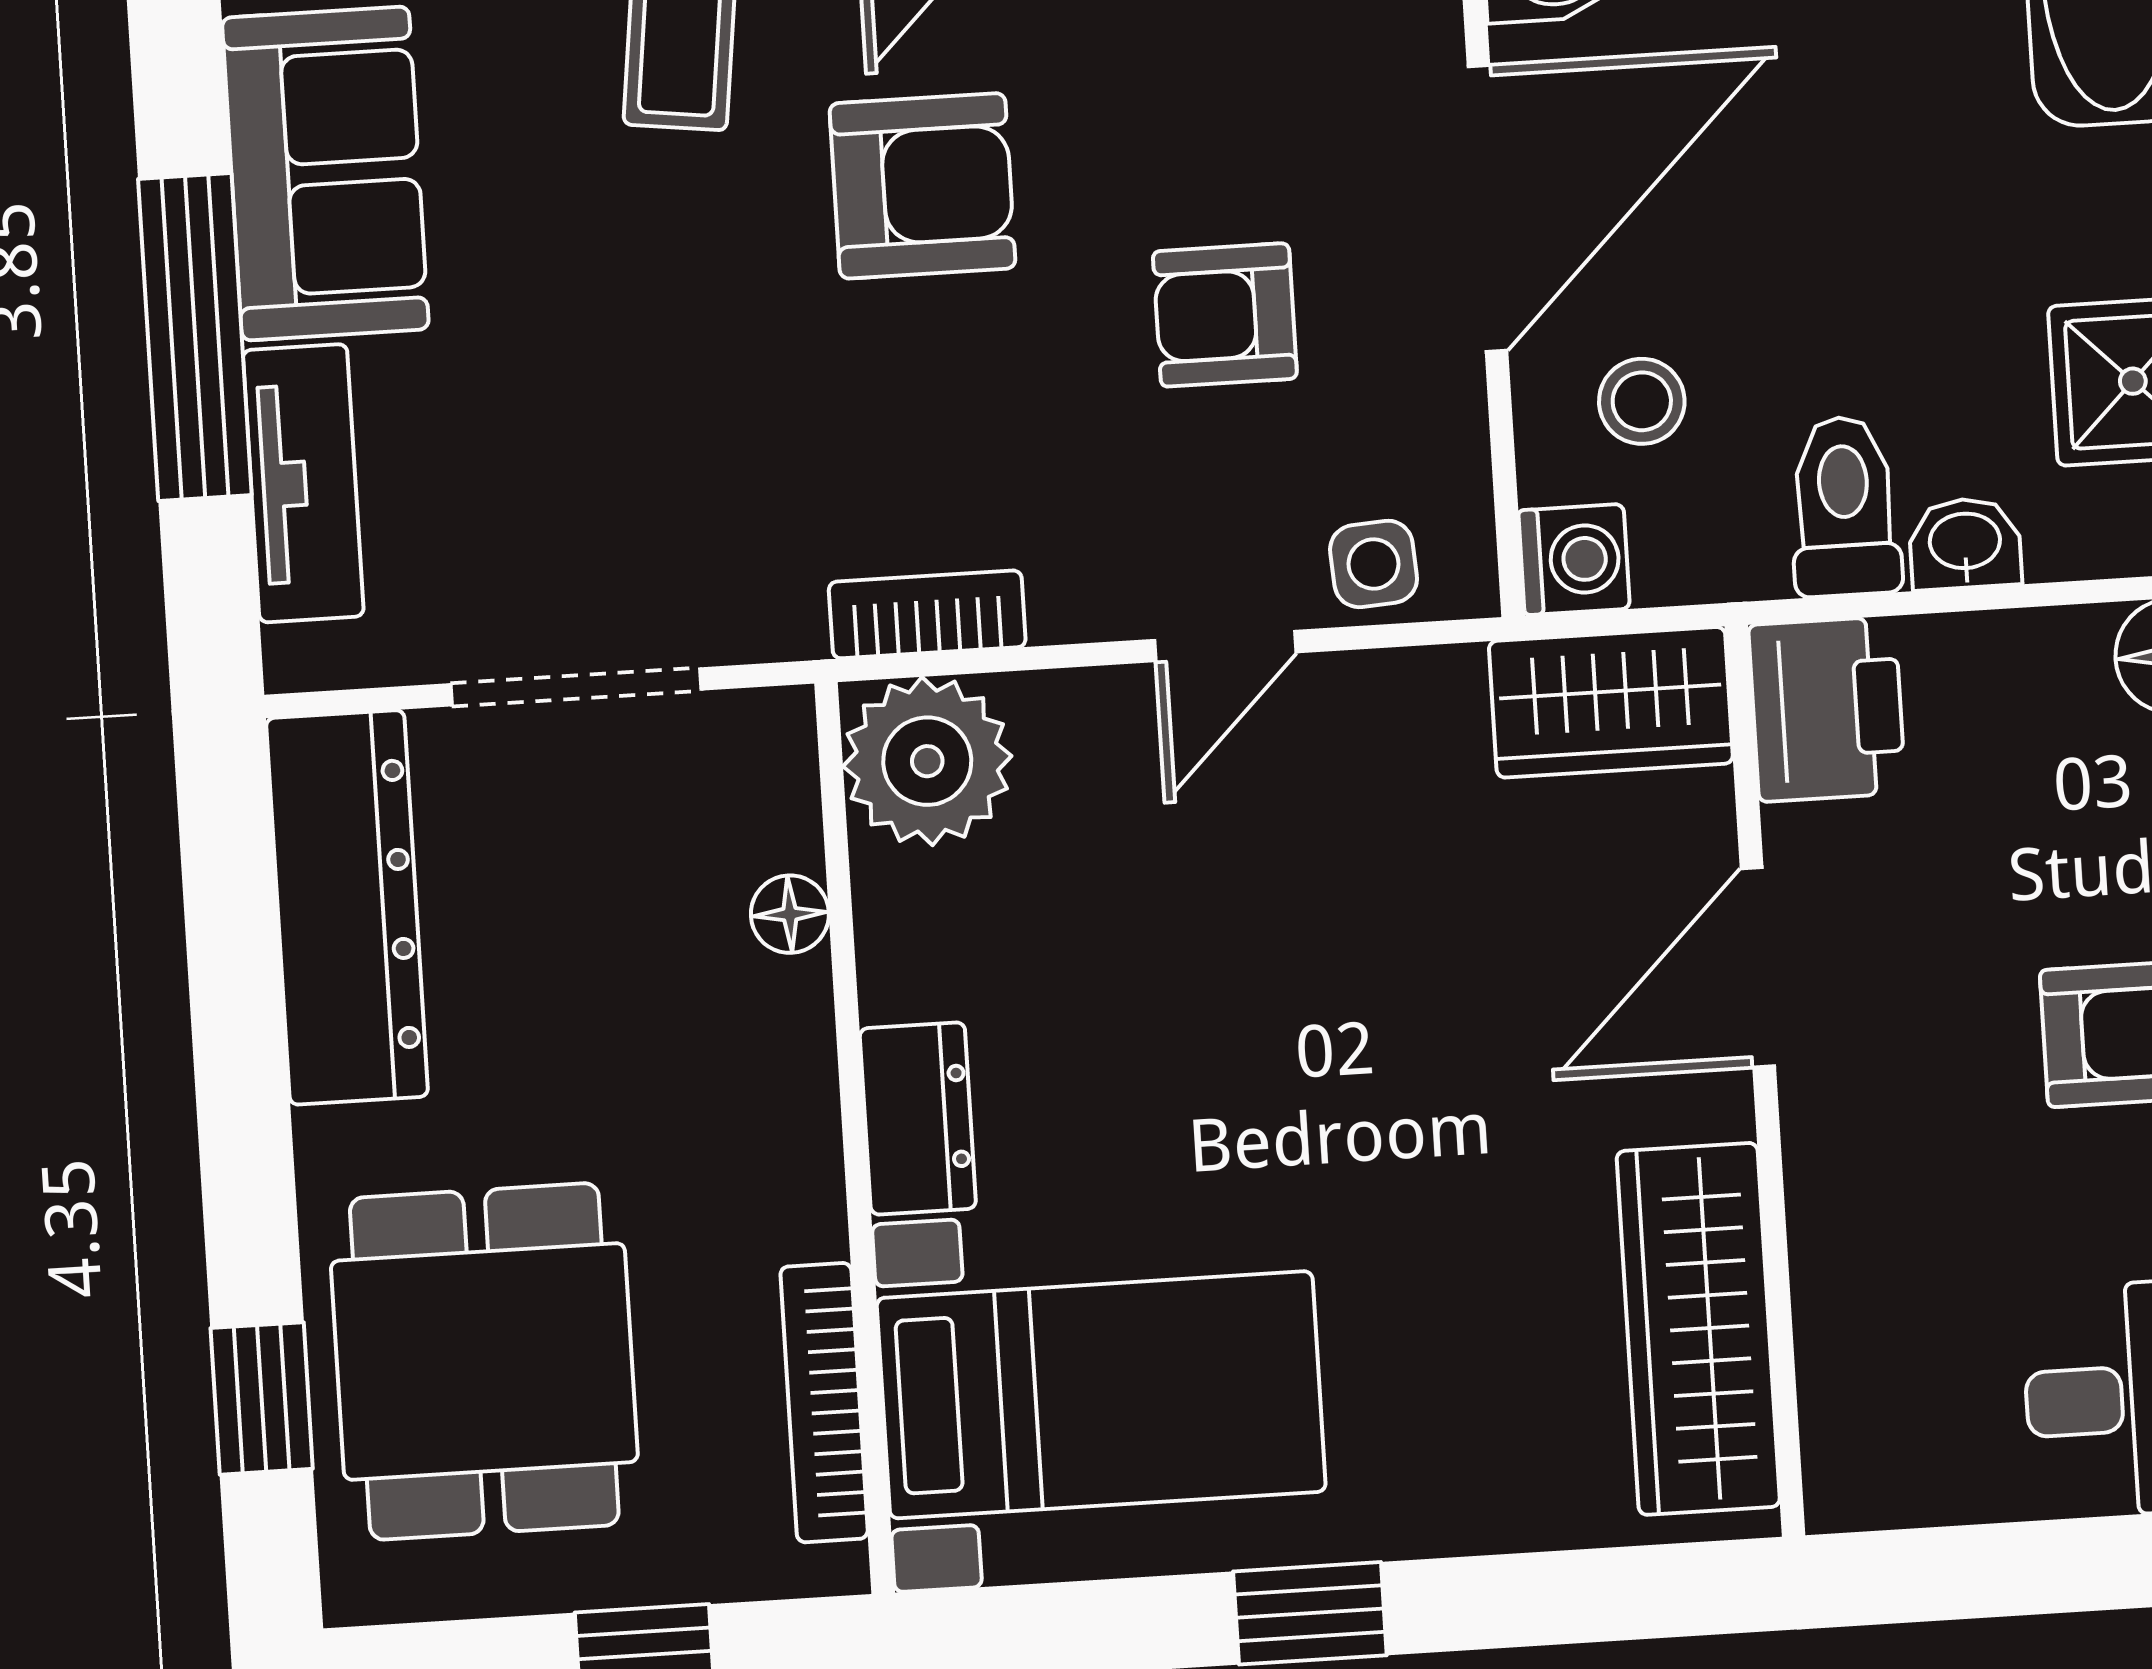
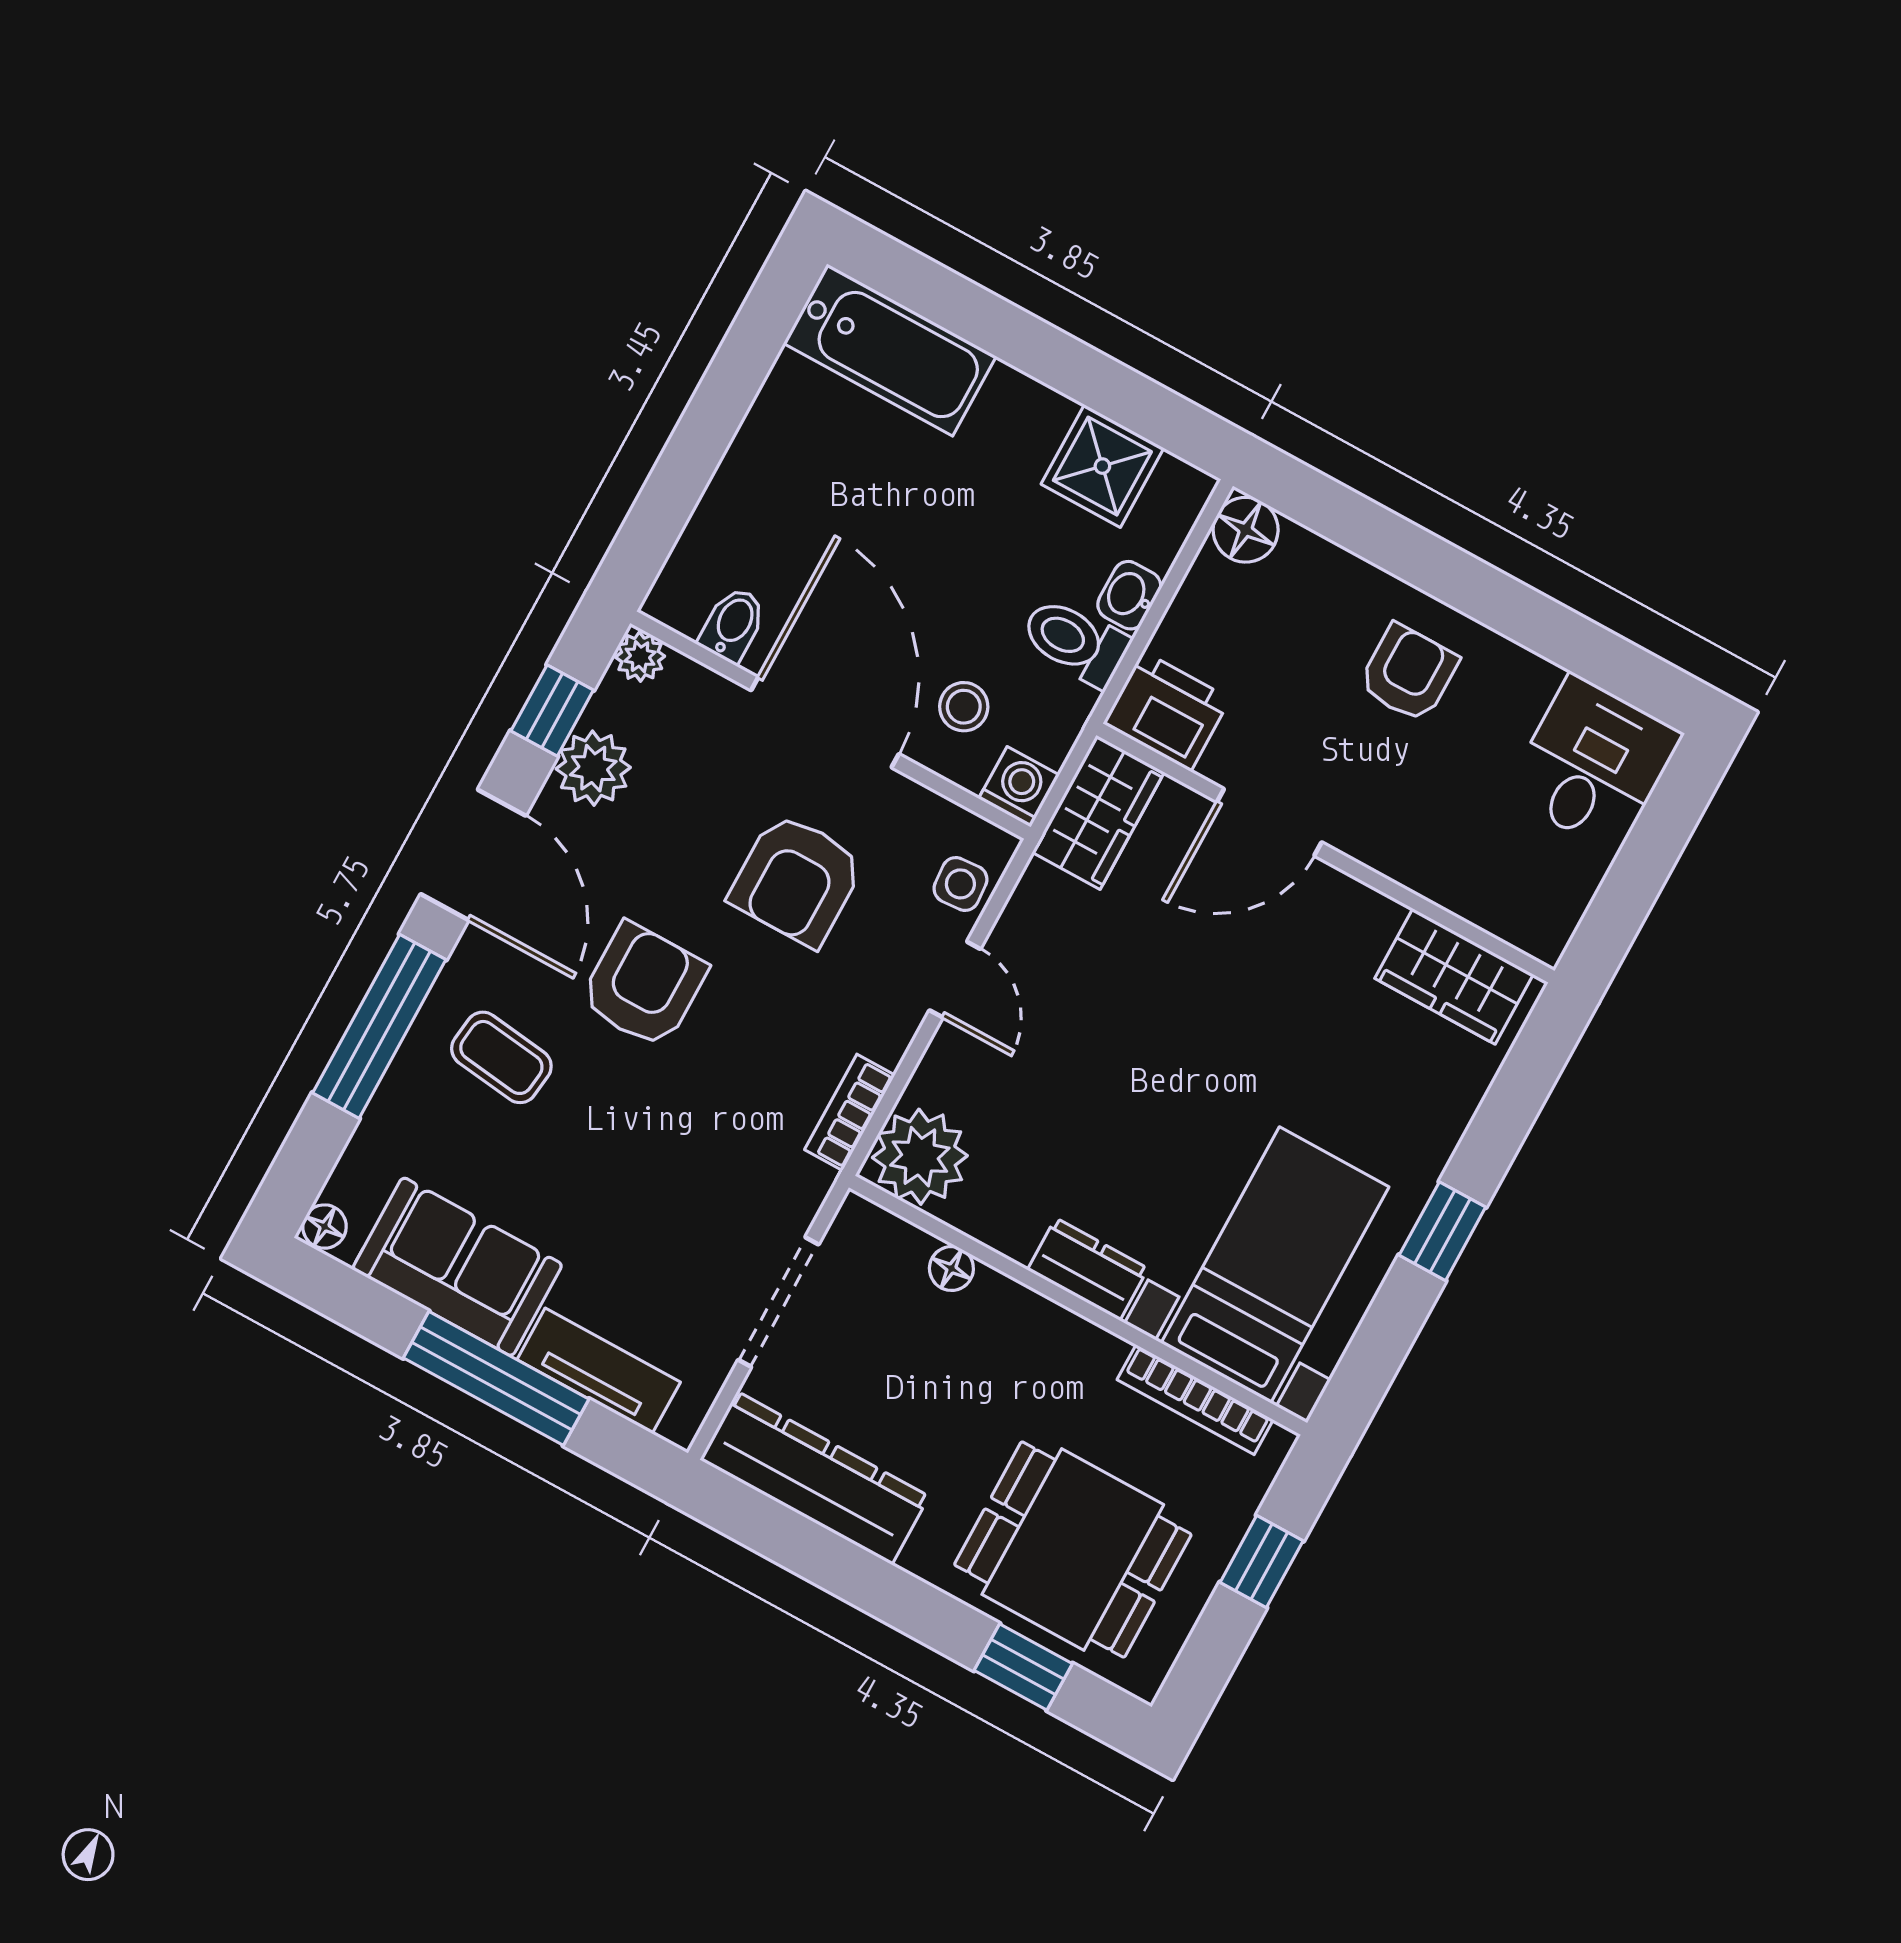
armchair: (1225, 315) -> (797, 880), width x1.38, depth x1.38
door: (1758, 967) -> (1269, 822), hinge flipped
wardrobe: (1698, 1329) -> (1454, 976), width x0.67

